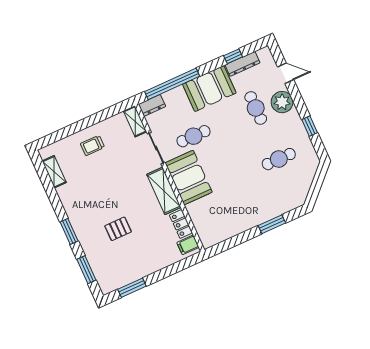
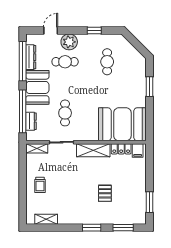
window: (233, 56) -> (23, 61), width x3.17
dresser: (152, 105) -> (31, 121), moved
booth: (189, 178) -> (122, 124), moved, width x1.36, depth x1.42

